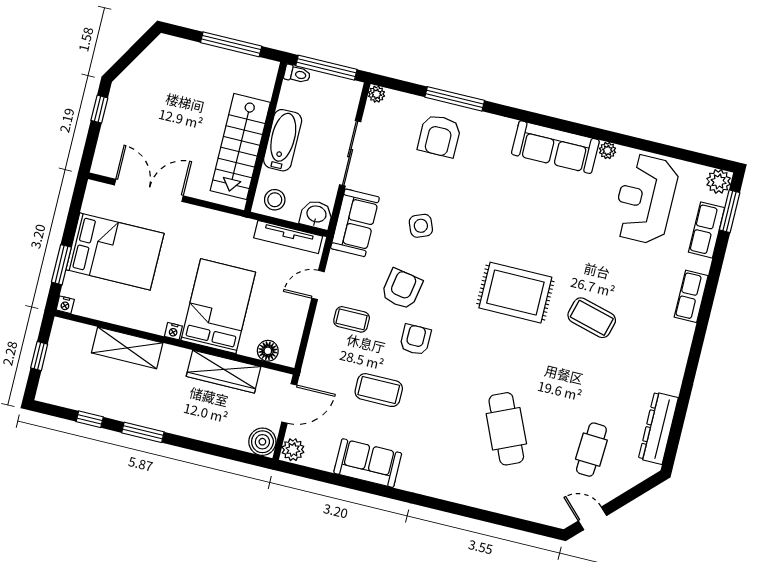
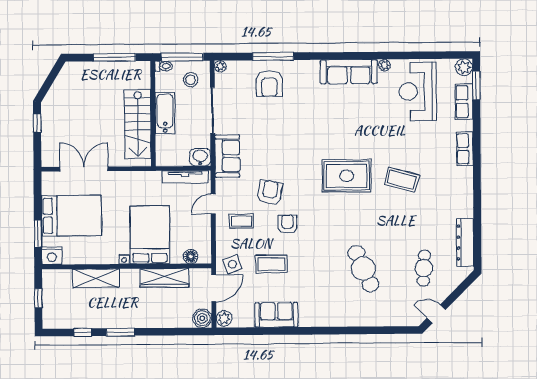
stool: (275, 200) -> (191, 80), moved
side table: (421, 226) -> (232, 264), moved
nightstand: (65, 305) -> (52, 256), width x1.89, depth x1.79

